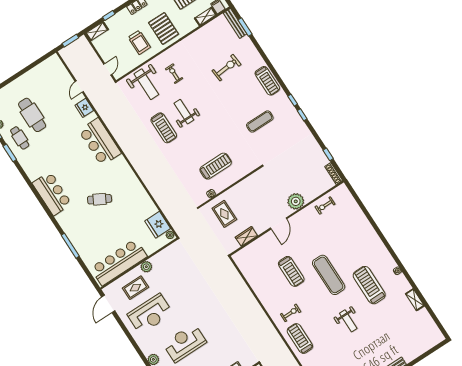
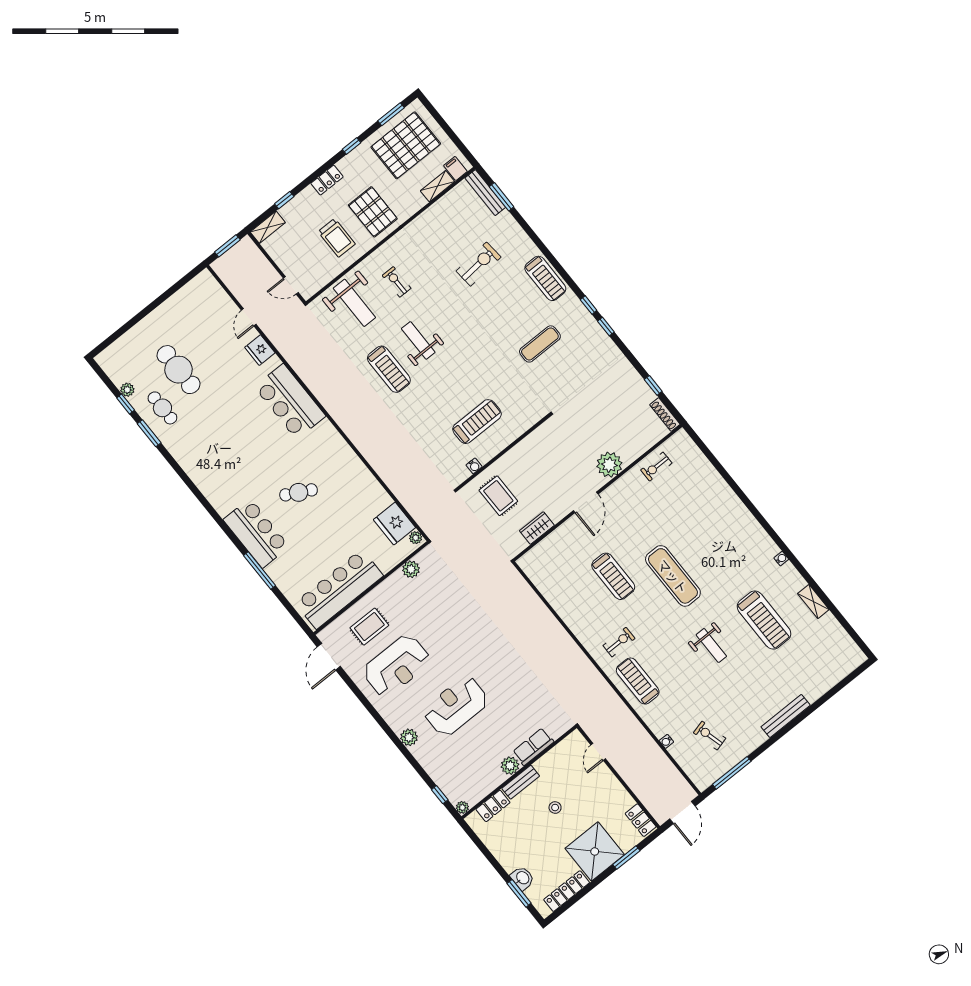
door: (108, 69) -> (291, 285), swing flipped
bar counter: (52, 194) -> (256, 533), moved
plant: (146, 267) -> (411, 569), moved
treadmill: (369, 285) -> (764, 620), moved, turned 180

